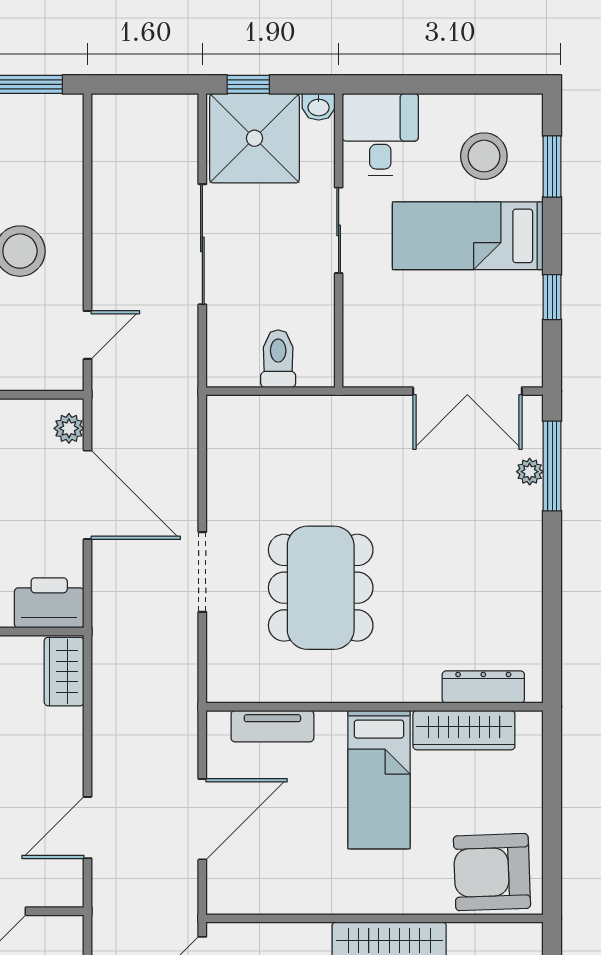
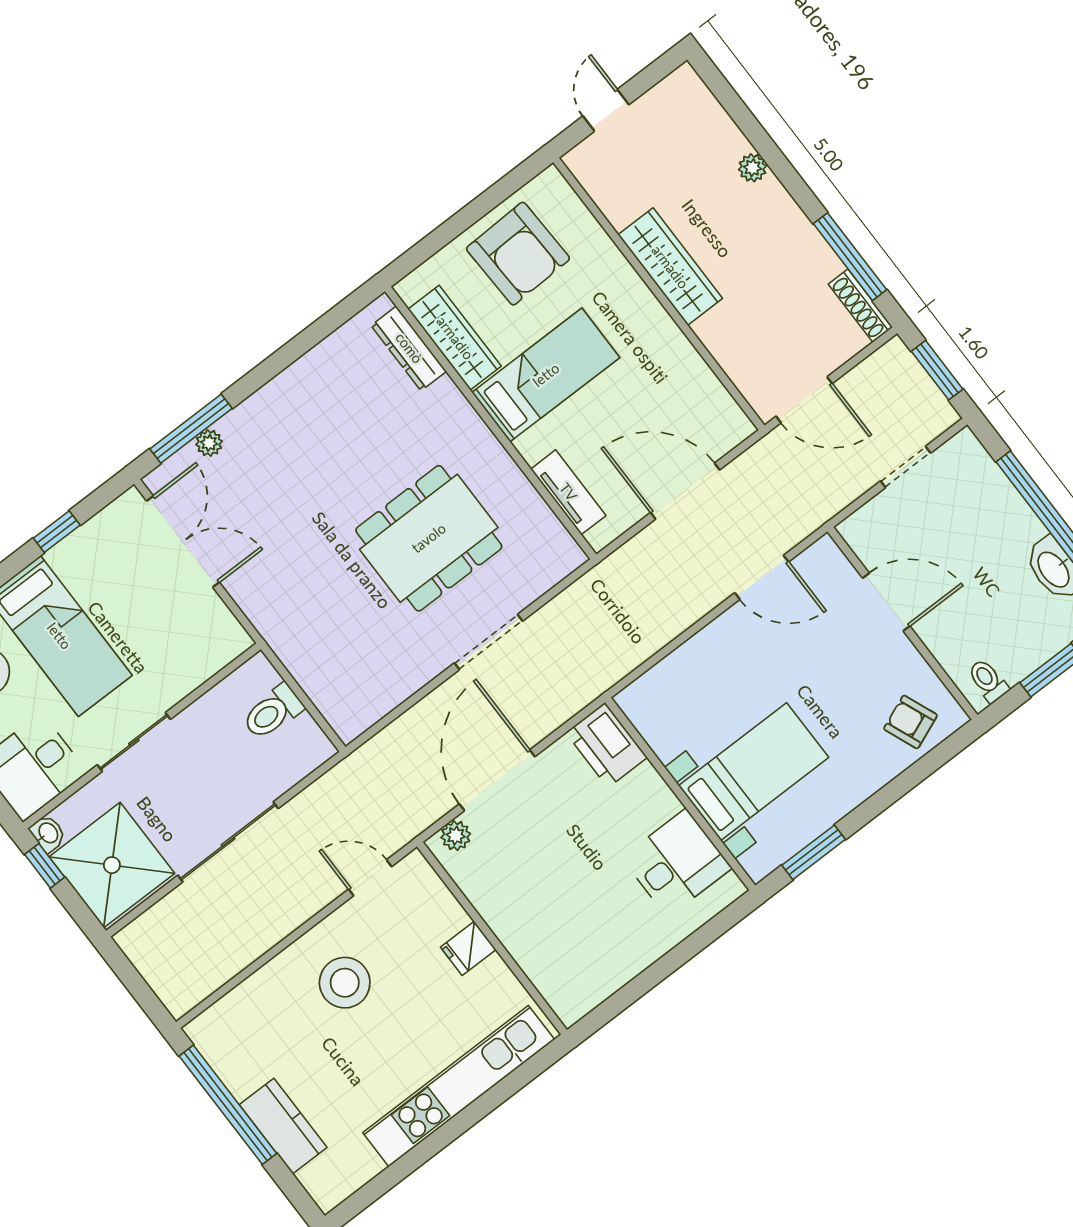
window: (248, 84) -> (45, 866), moved
wardrobe: (64, 672) -> (652, 691), removed
armchair: (492, 872) -> (518, 254), moved

